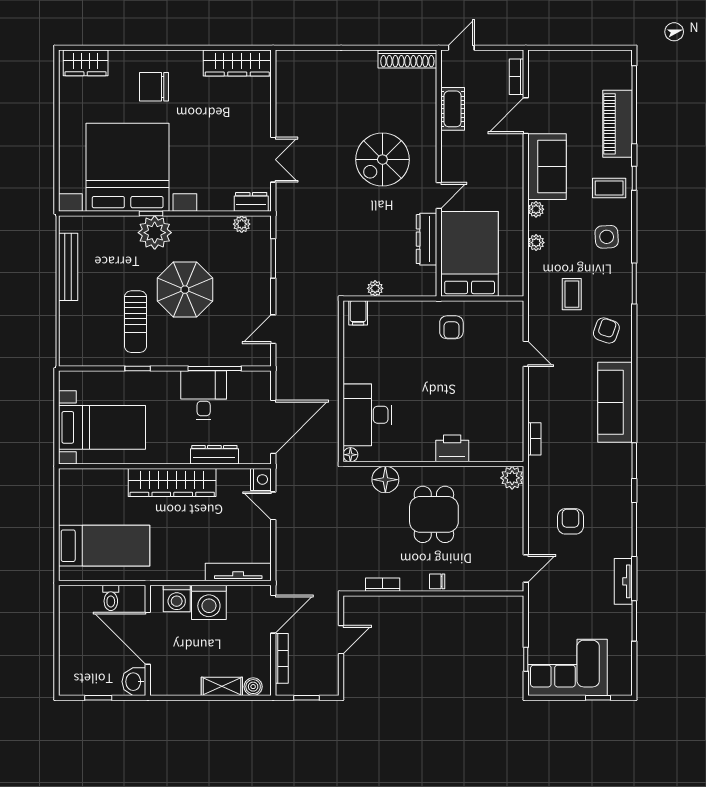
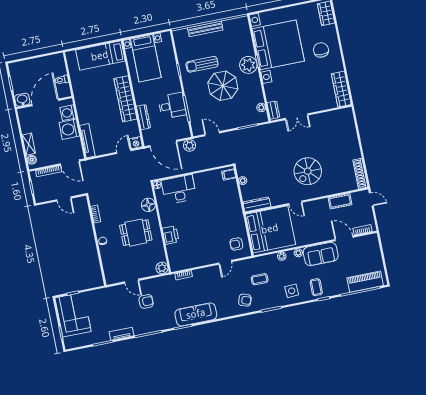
piano: (617, 124) -> (365, 282), moved
spiral stairs: (382, 160) -> (308, 171), turned -90
dresser: (426, 239) -> (257, 204), moved
bed: (470, 254) -> (270, 229), width x1.36
bench: (68, 267) -> (205, 29), moved
armchair: (451, 327) -> (236, 244), moved
plant: (287, 377) -> (190, 145), added
sofa: (615, 402) -> (196, 314), moved
bed: (104, 546) -> (100, 56), moved, turned 90
door: (526, 569) -> (132, 281), moved

